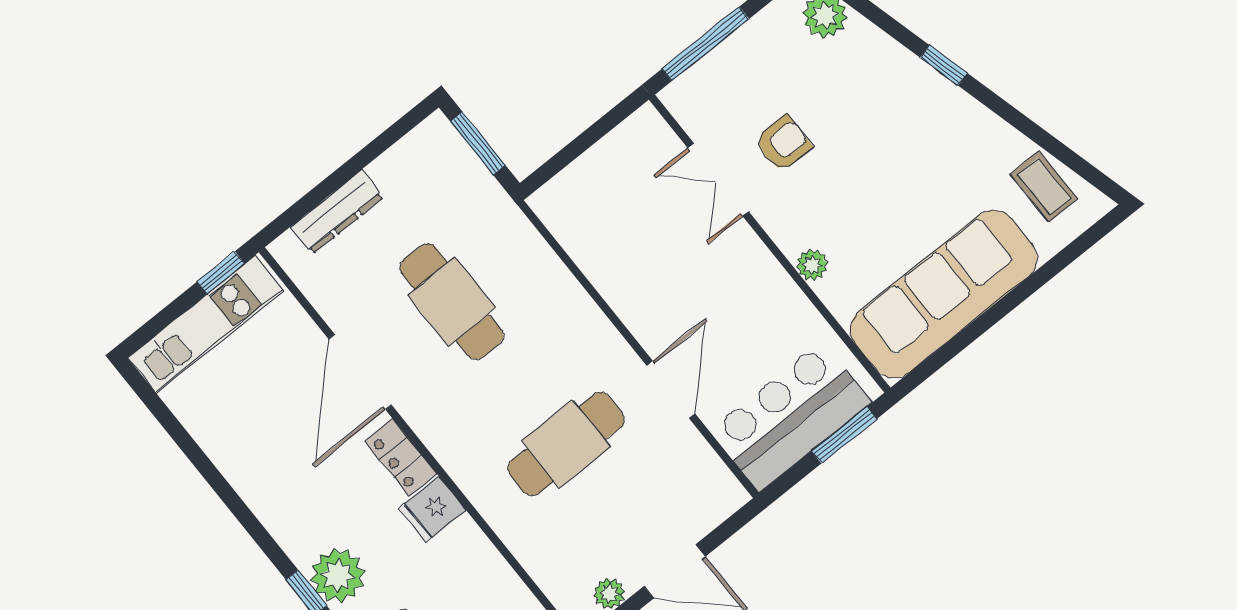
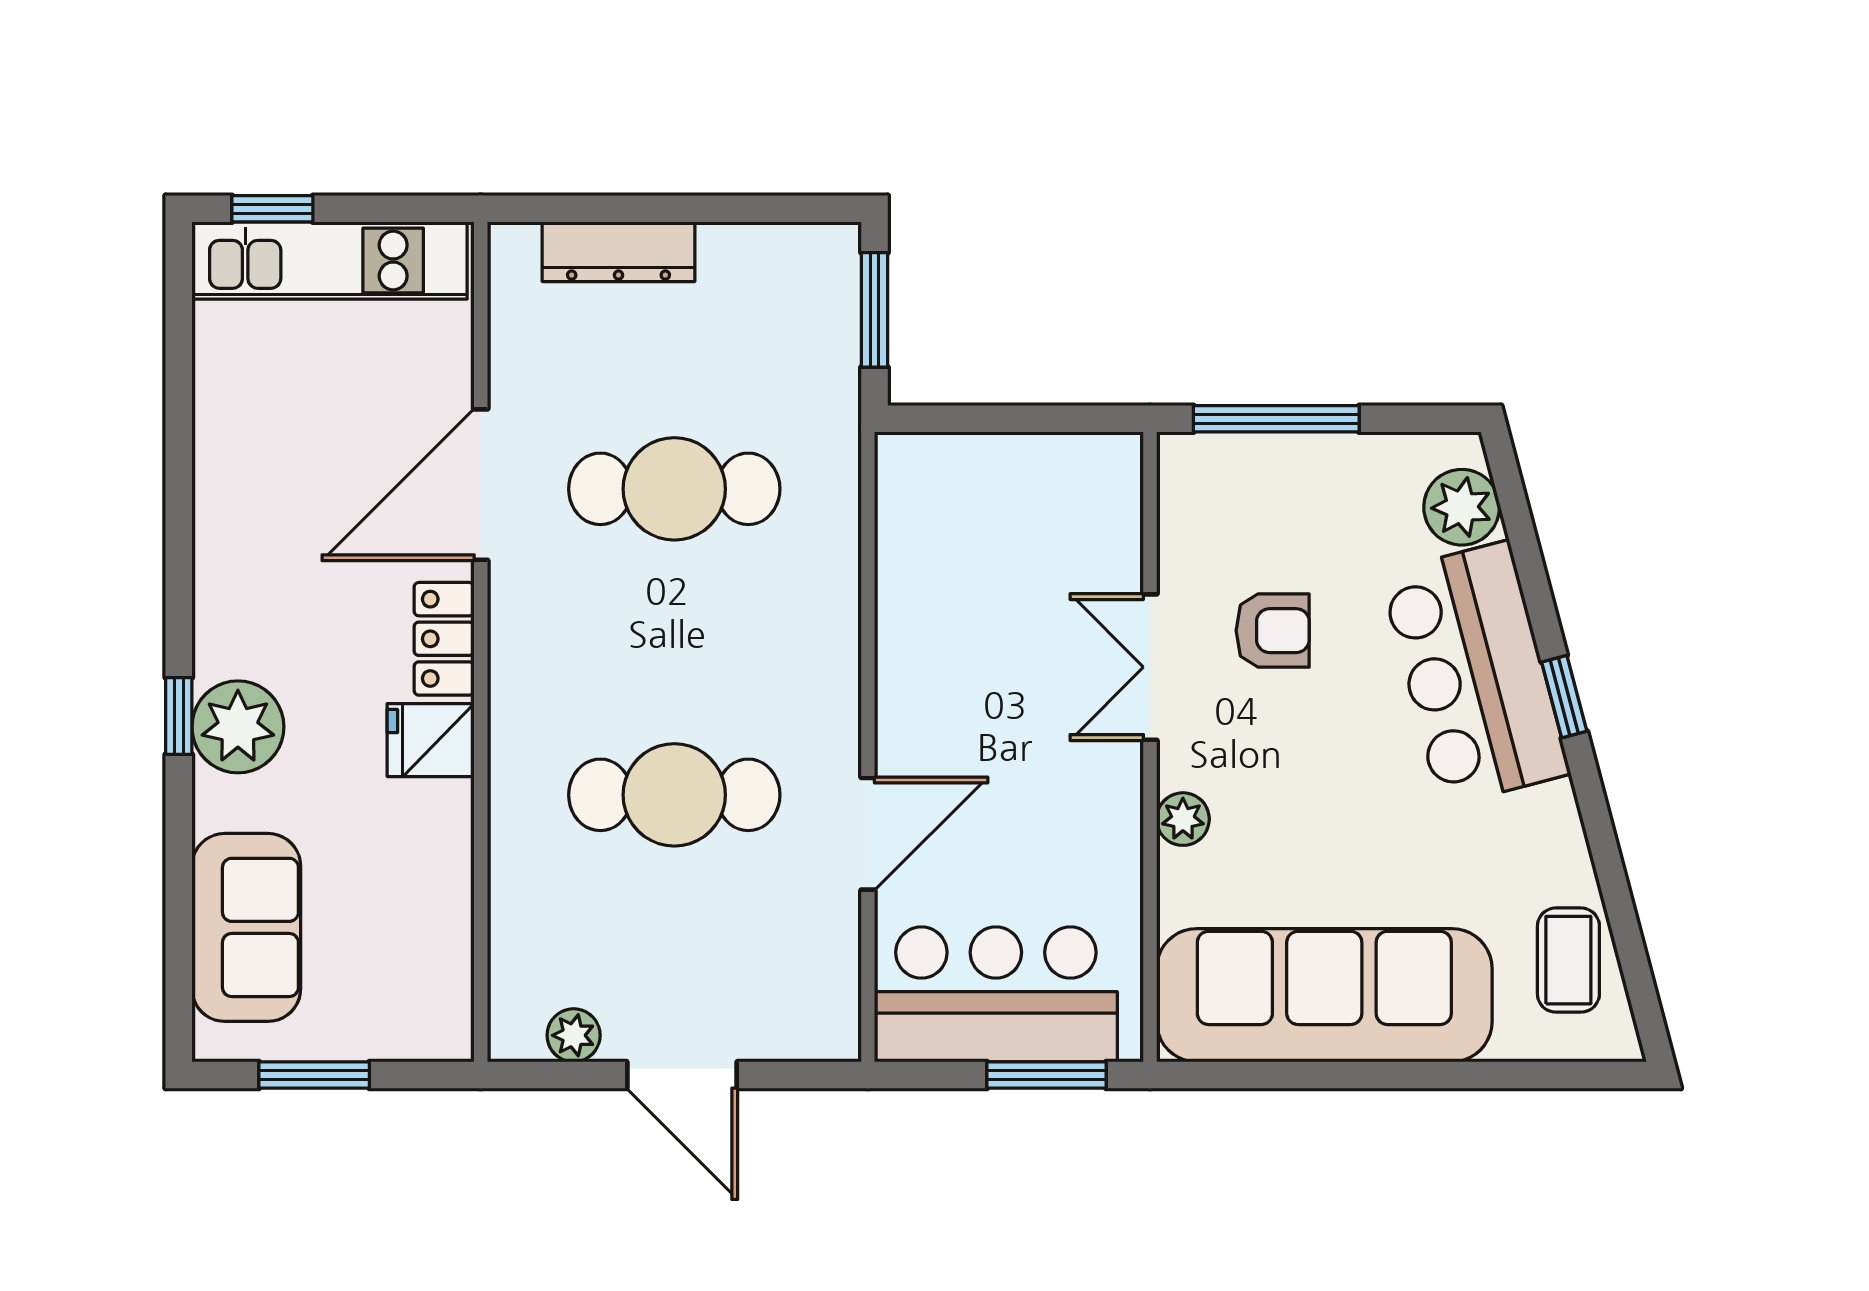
bar counter: (893, 88) -> (1475, 674), added
double door: (718, 180) -> (1150, 667), moved
window: (221, 273) -> (272, 209), moved
cafe table: (452, 302) -> (674, 489), turned 90

